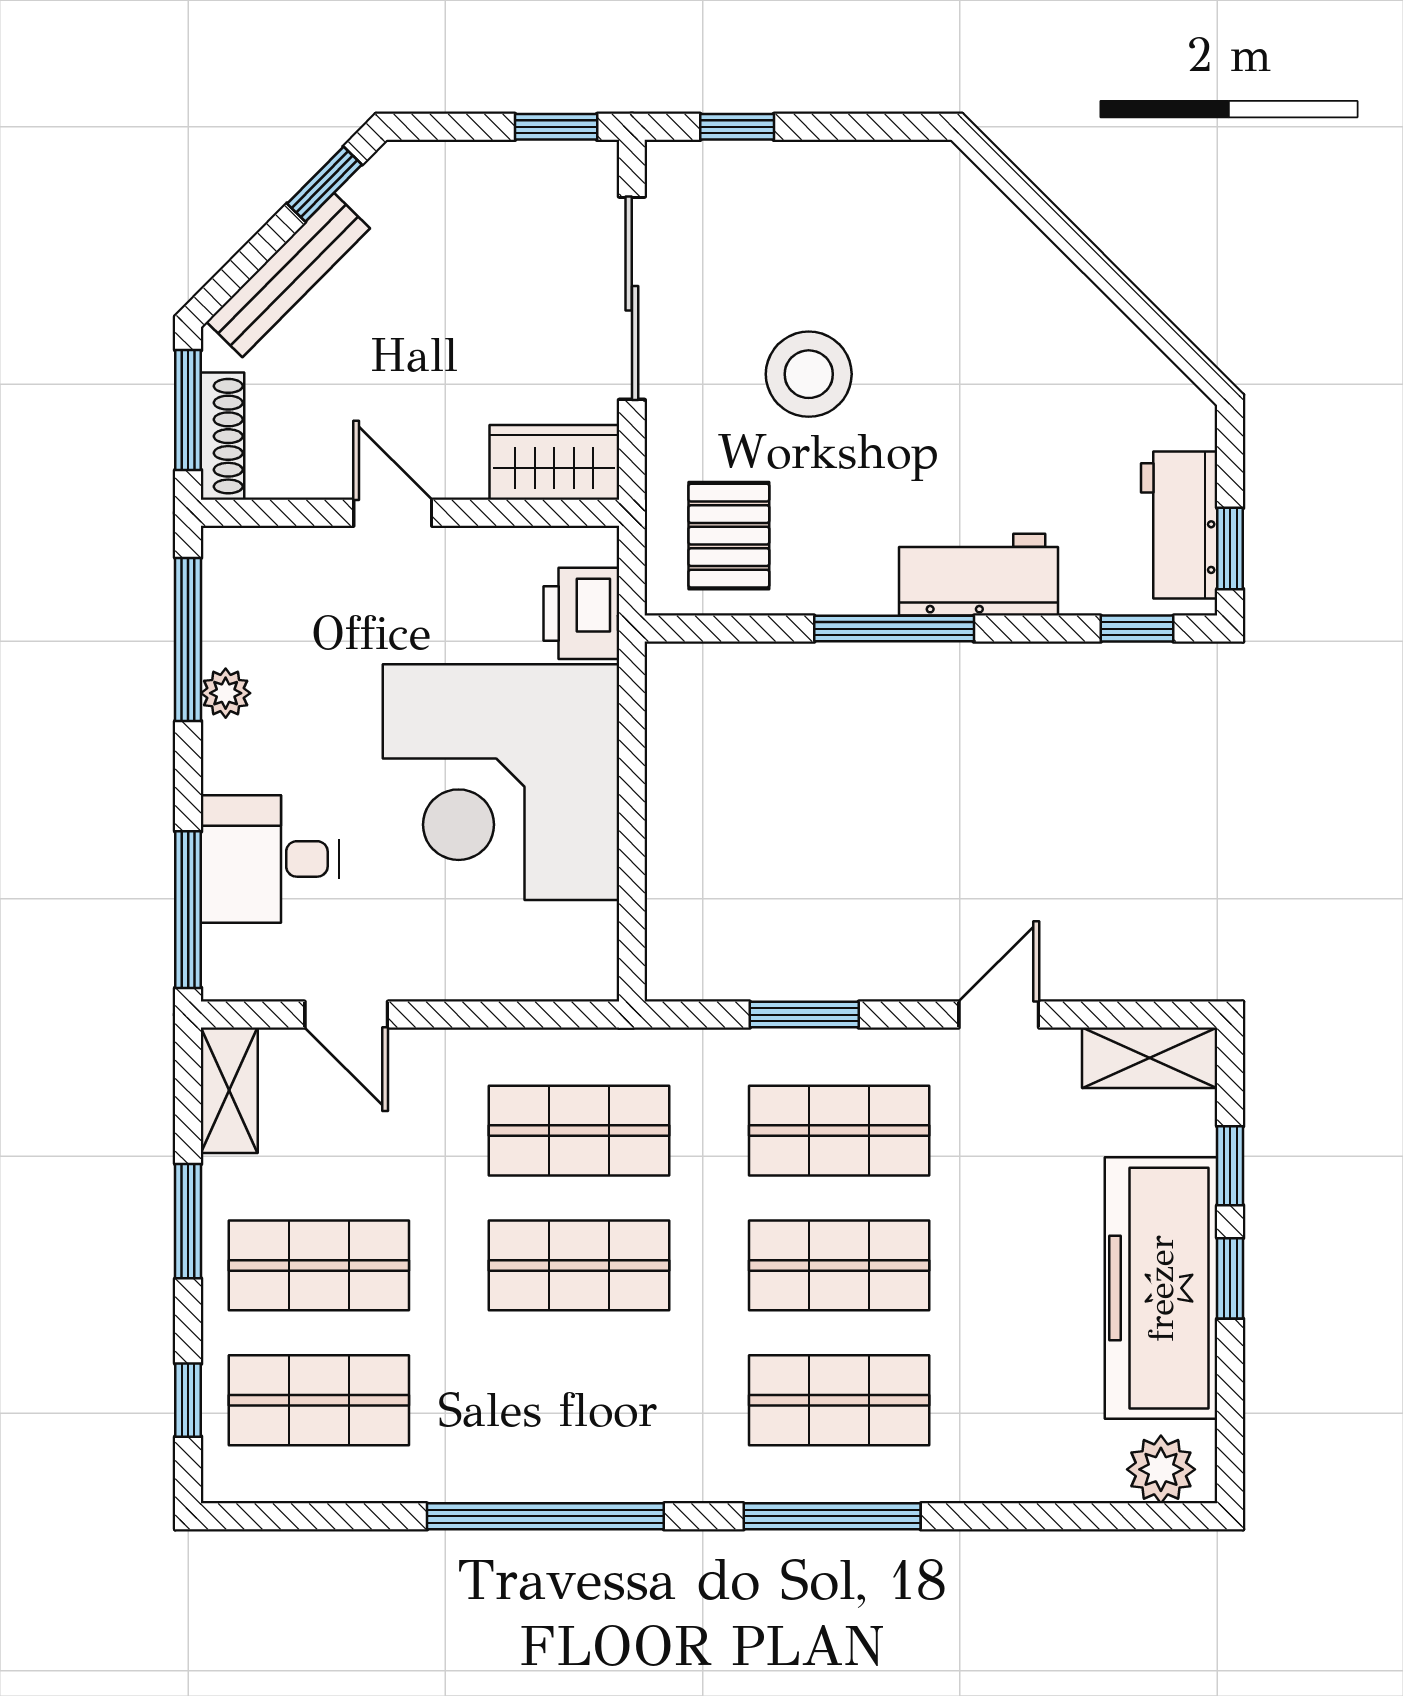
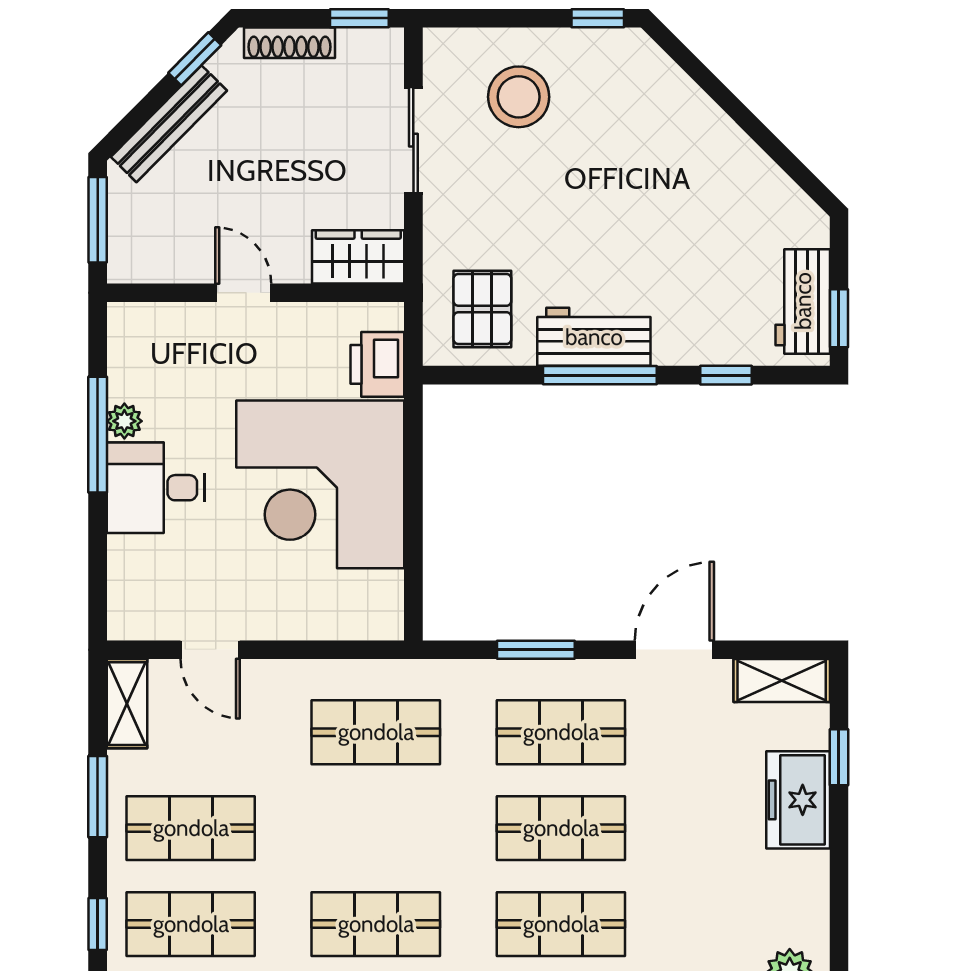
window: (737, 127) -> (598, 18), moved
sliding door: (632, 298) -> (413, 140), width x0.73
stool: (809, 374) -> (519, 97), moved
shoe rack: (223, 436) -> (289, 43), moved, turned 90
workbench: (979, 575) -> (594, 337), moved
window: (1137, 629) -> (726, 375), moved
window: (188, 639) -> (98, 435), moved
desk: (270, 859) -> (156, 488), moved
window: (188, 910) -> (98, 575), removed
door: (999, 1015) -> (674, 650), width x1.38
shop shelf: (579, 1265) -> (376, 924), moved
window: (1230, 1278) -> (839, 837), removed
freezer: (1161, 1288) -> (798, 800), width x0.52, depth x0.79

